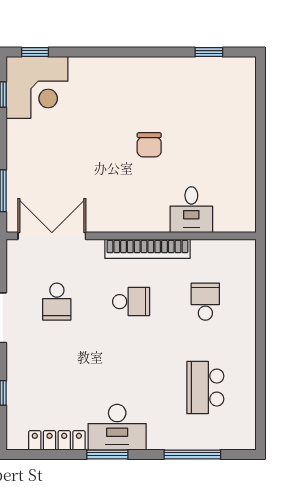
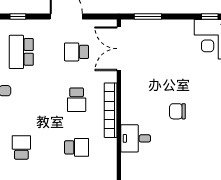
double door: (52, 236) -> (119, 49), swing flipped
school desk: (57, 388) -> (21, 52), added
school desk: (205, 388) -> (21, 147), width x0.54

